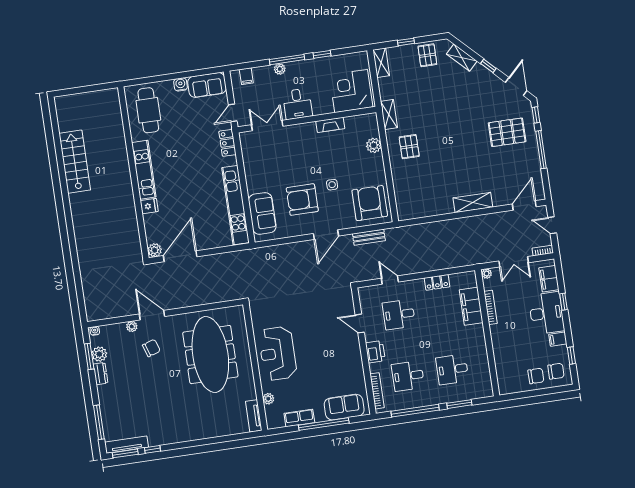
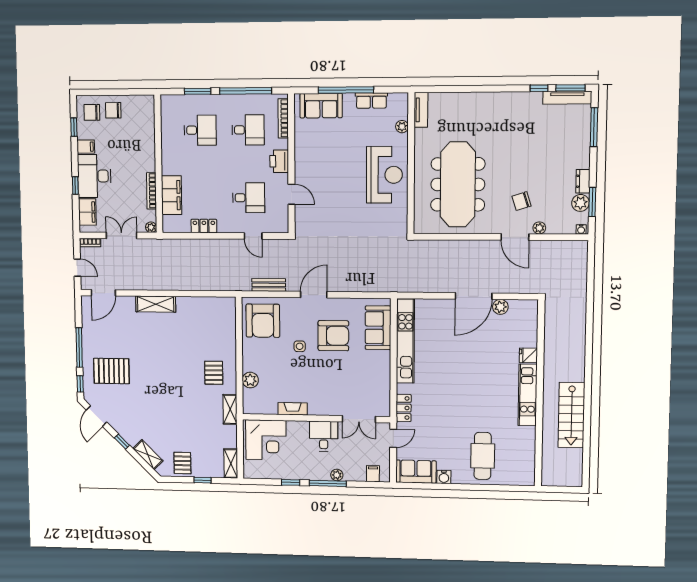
kitchen unit: (144, 170) -> (528, 395), moved
wall: (133, 173) -> (540, 394), moved
fridge: (149, 206) -> (528, 355), moved

